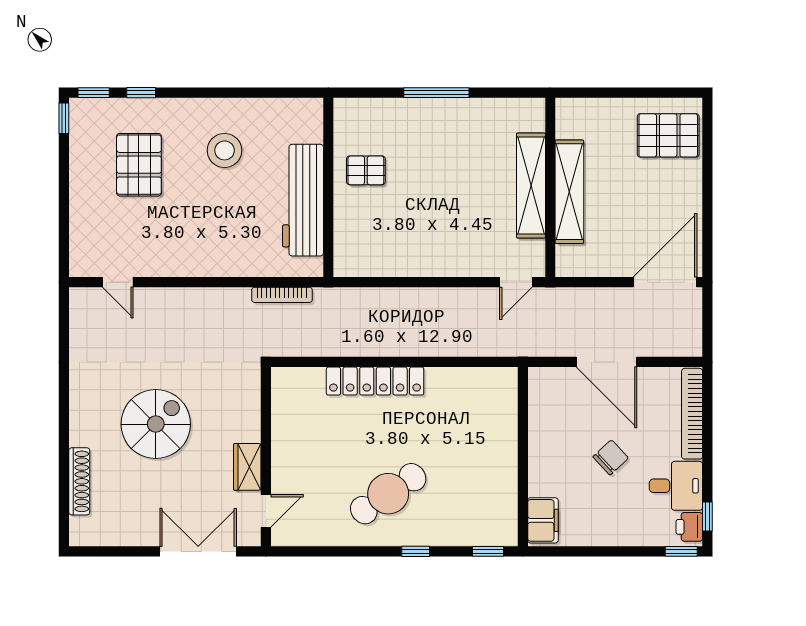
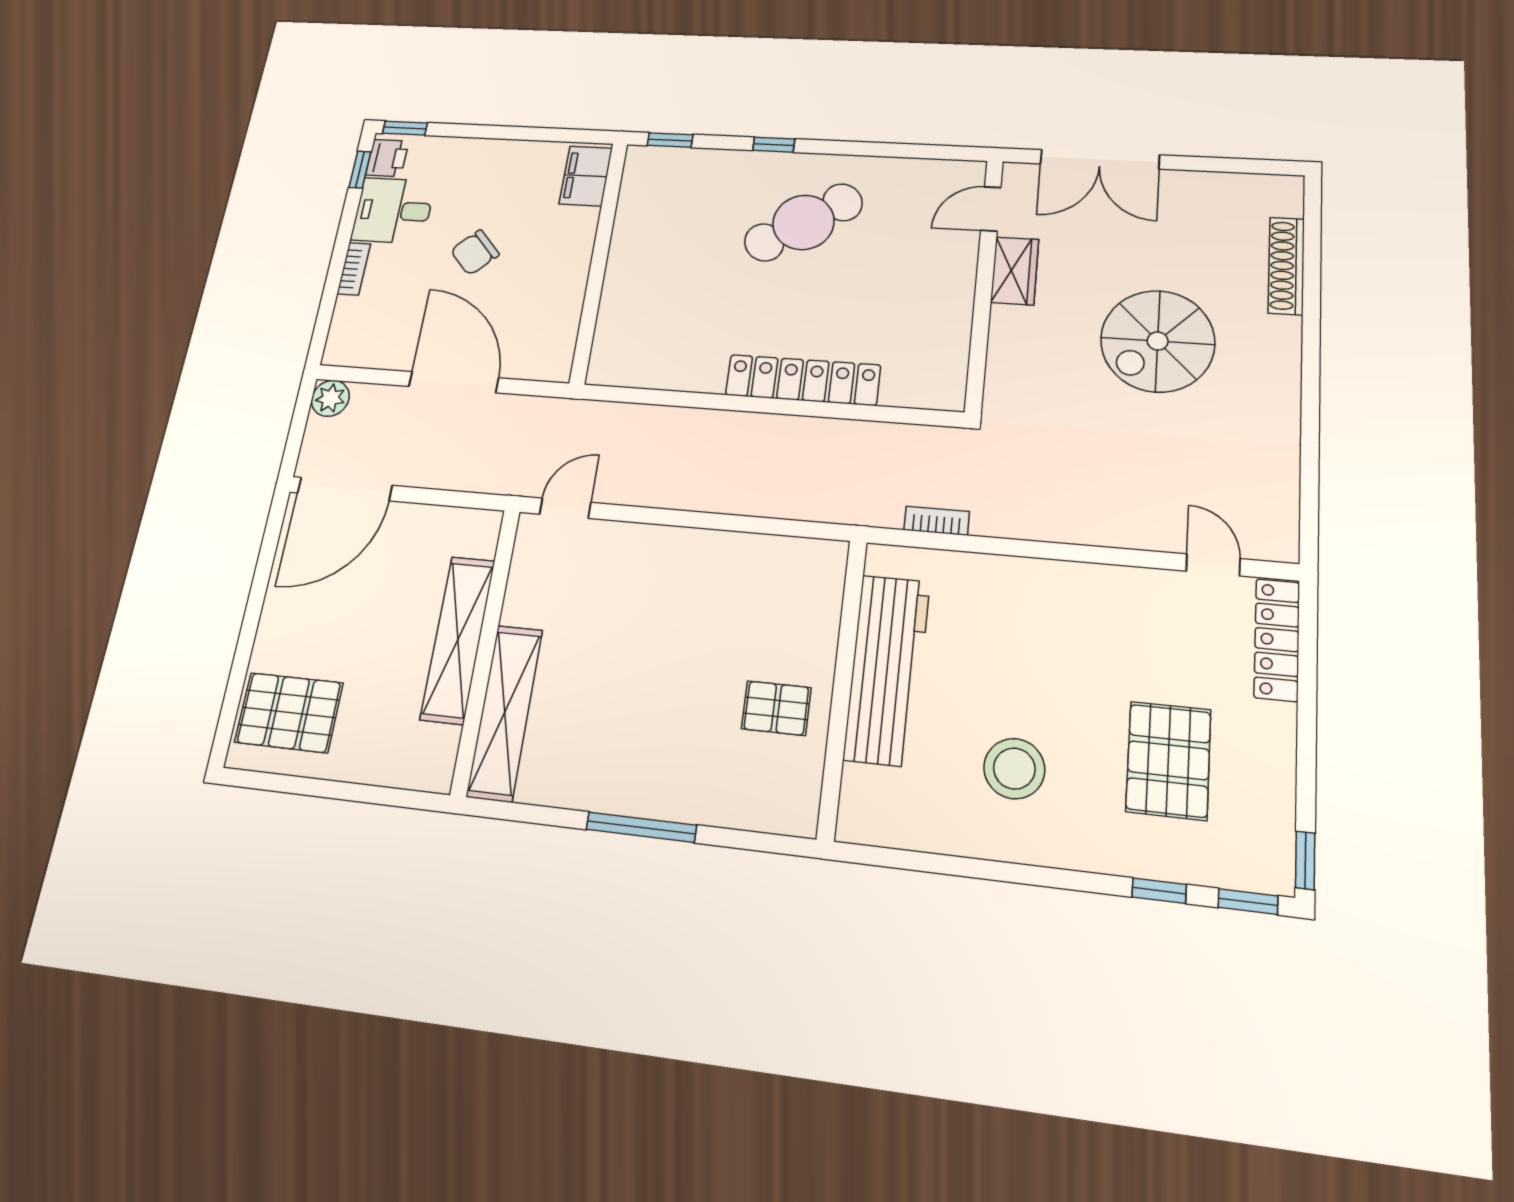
shelving: (531, 186) -> (505, 712), moved
locker: (81, 241) -> (1277, 640), added
bookcase: (282, 295) -> (937, 521), width x0.64
plant: (689, 344) -> (330, 398), added
bookcase: (692, 414) -> (354, 269), width x0.43, depth x0.76

